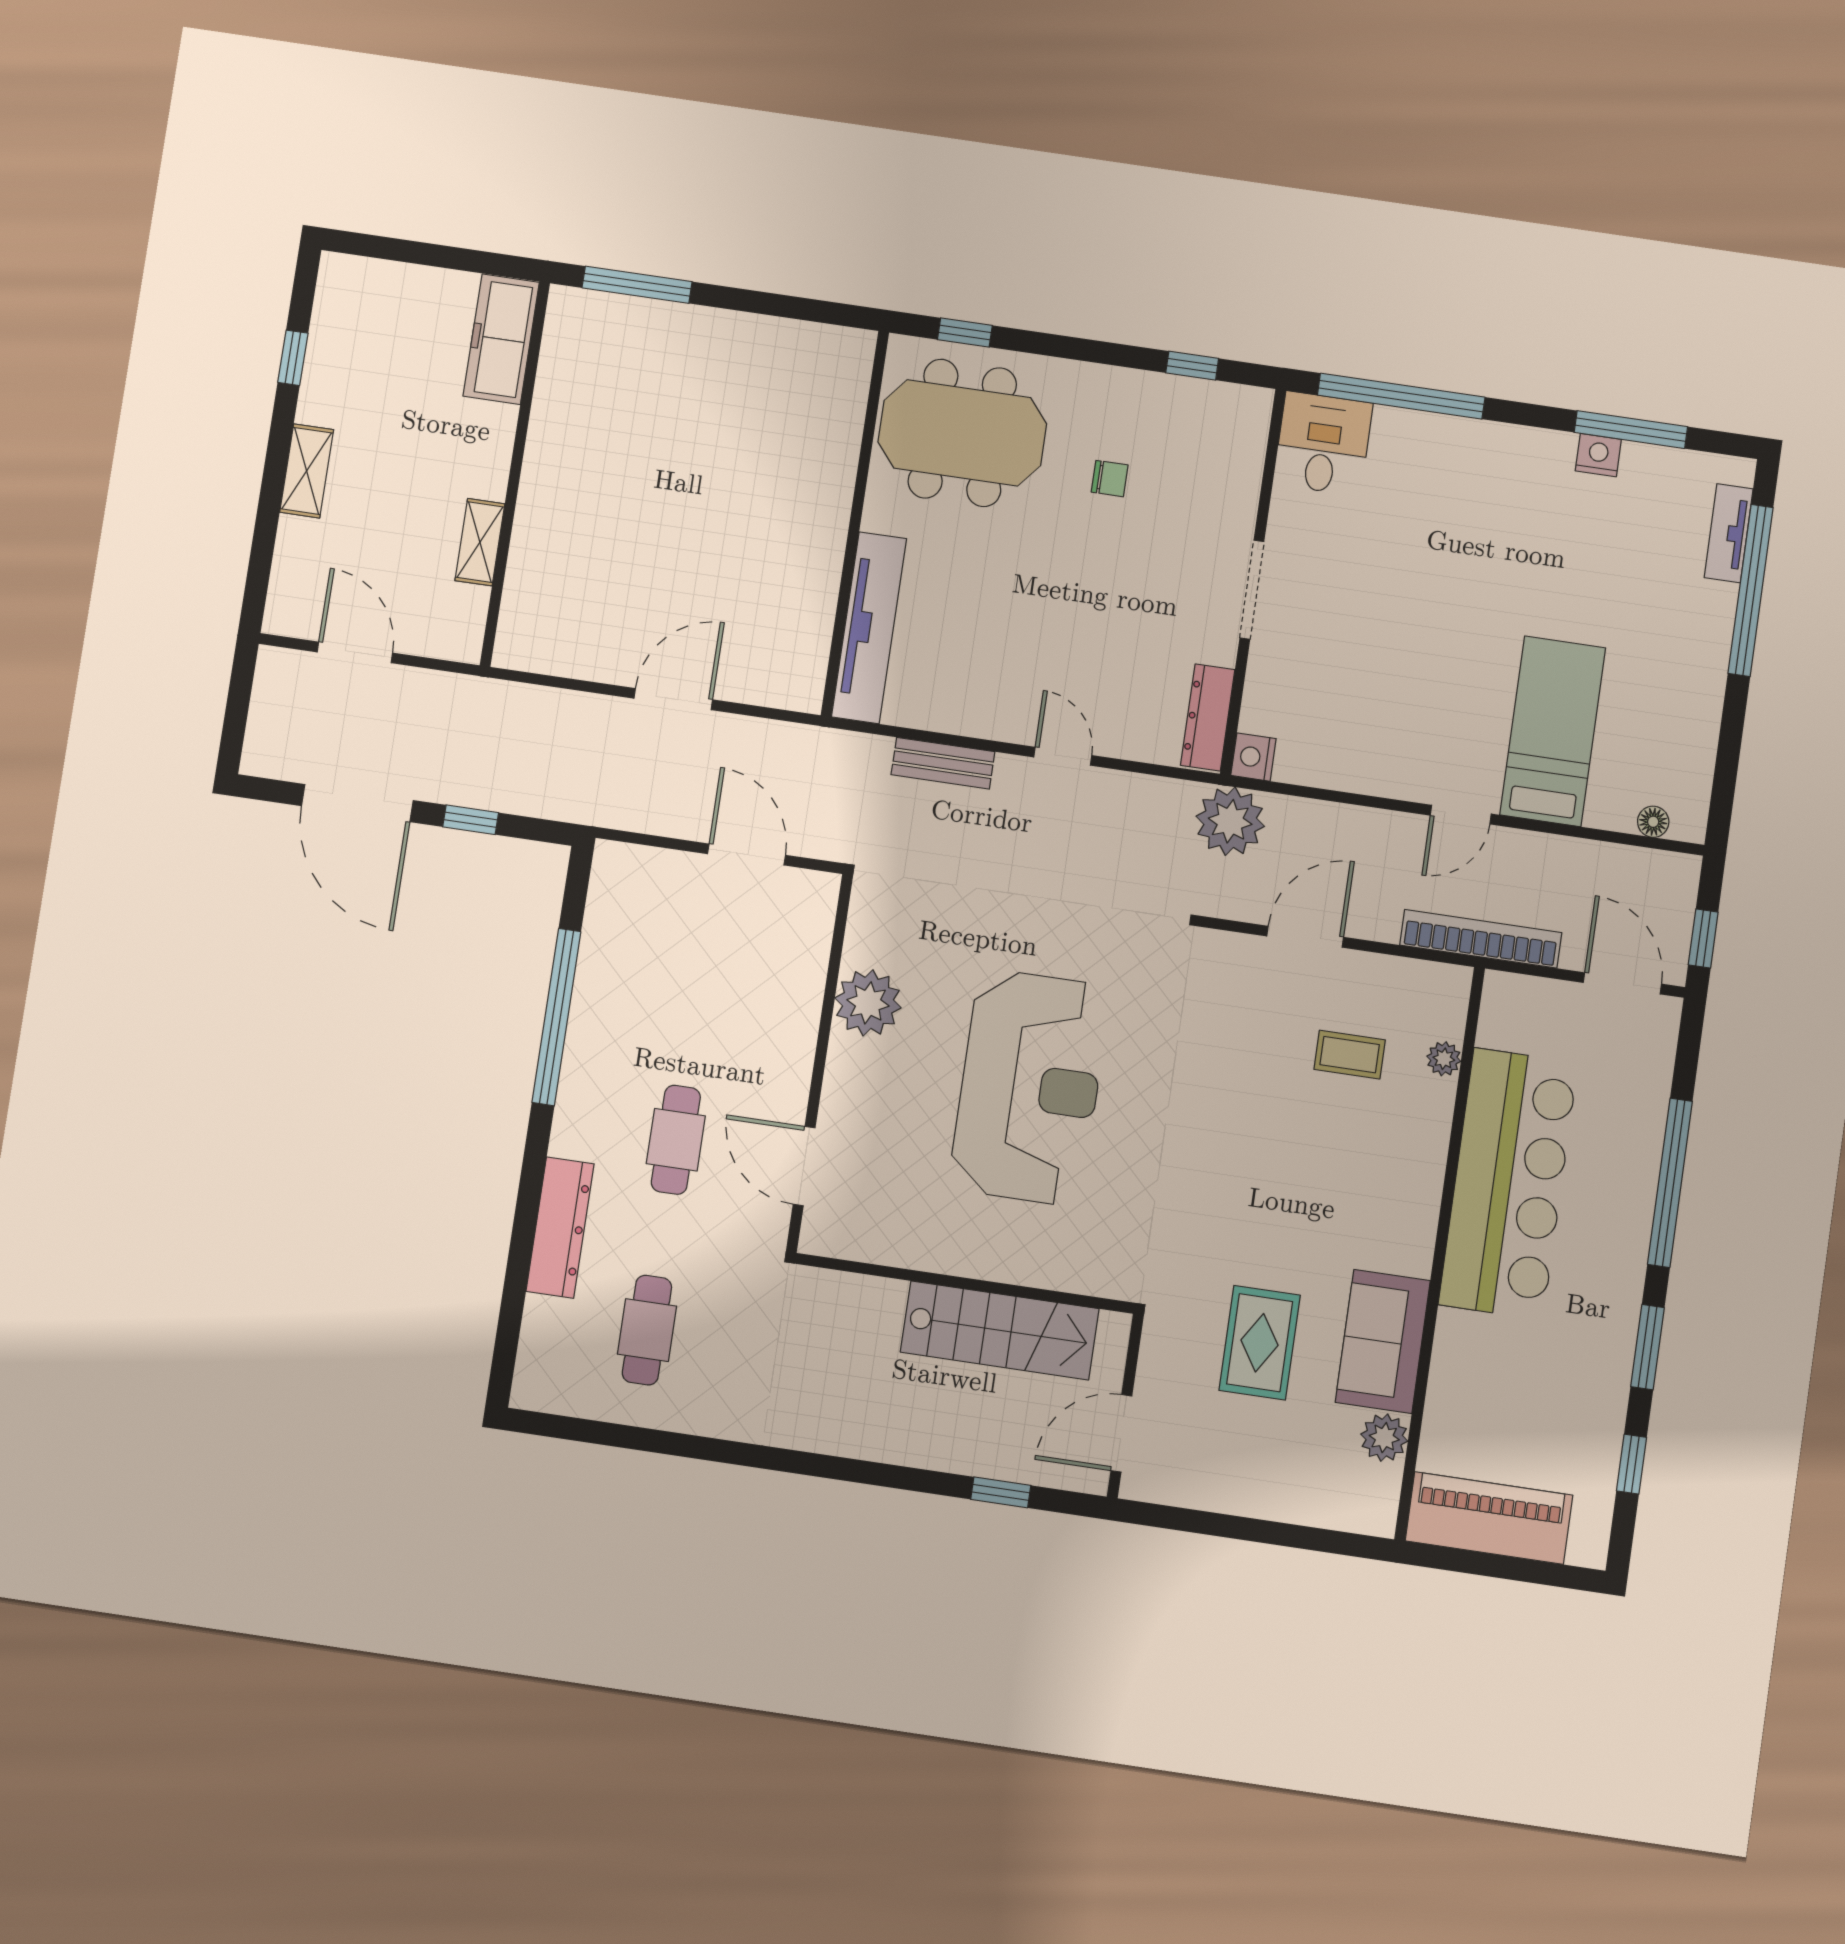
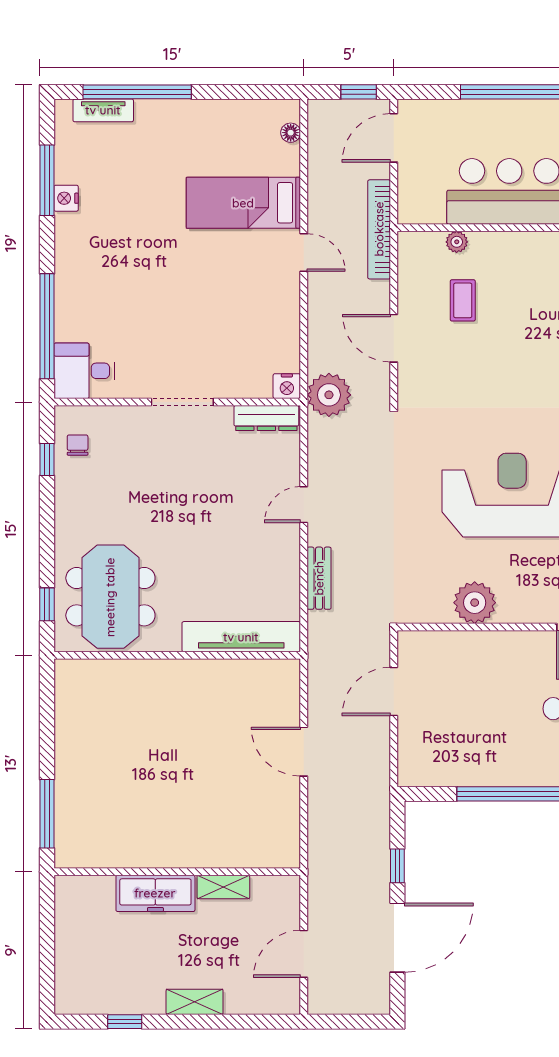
freezer: (501, 339) -> (155, 893), moved
chair: (1110, 479) -> (78, 445), moved

